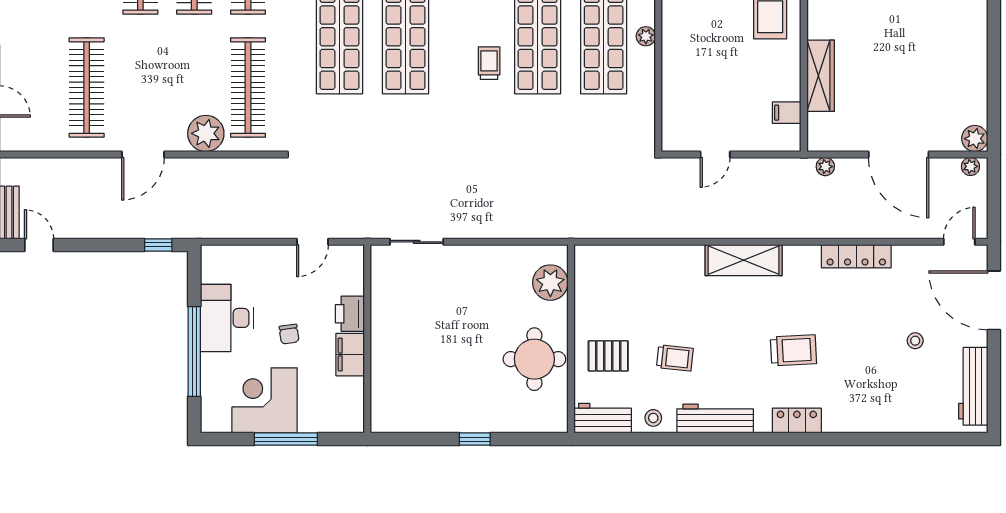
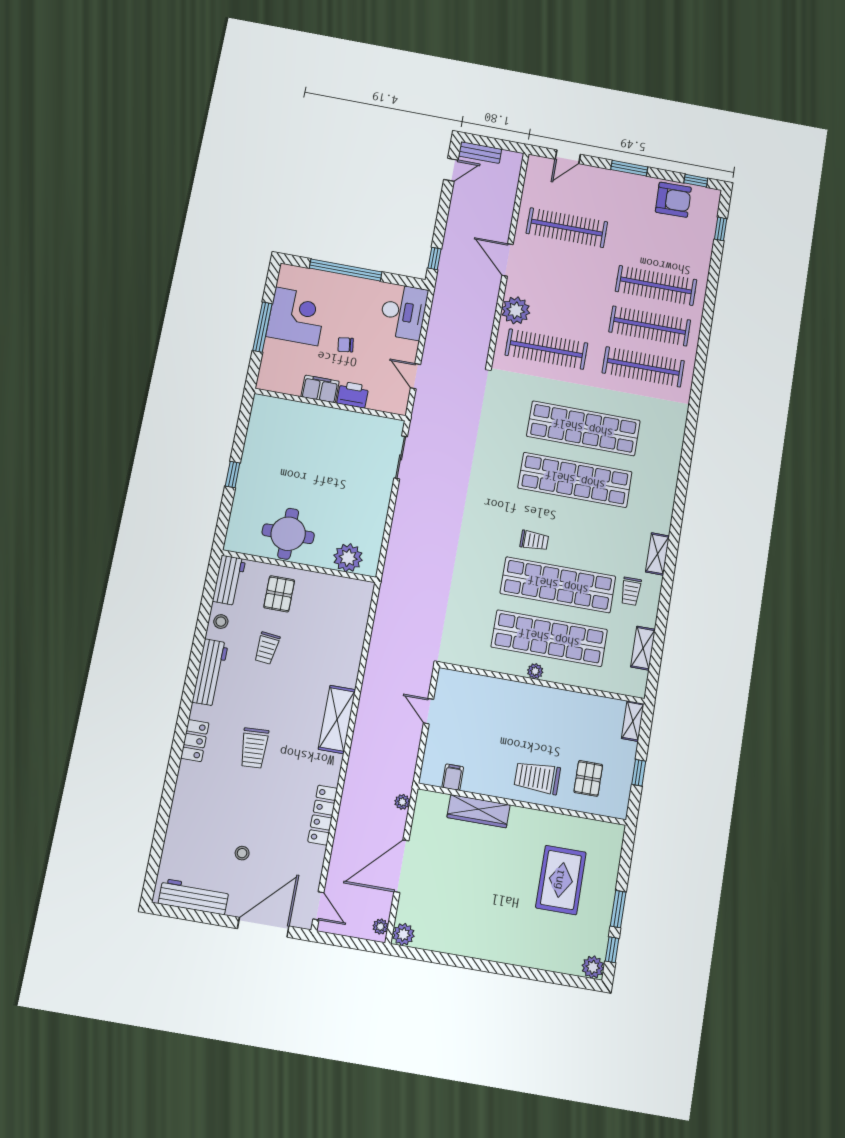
desk: (227, 318) -> (403, 312), moved, turned 90

